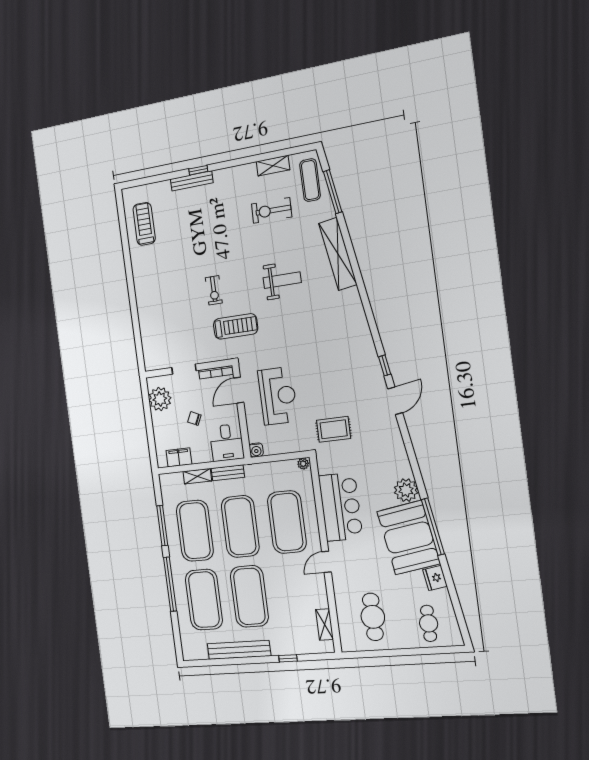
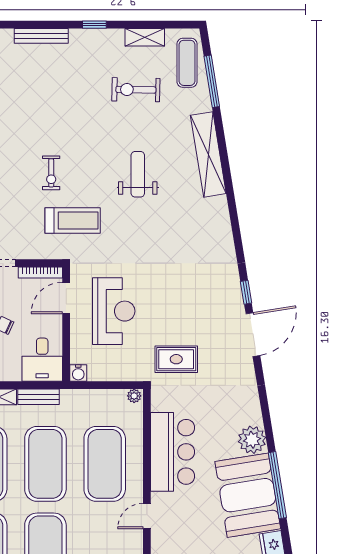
window: (198, 170) -> (94, 25), moved
weight bench: (282, 280) -> (138, 174), turned -90
door: (395, 401) -> (253, 335), width x1.36

